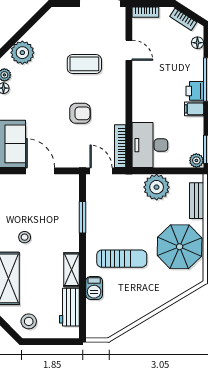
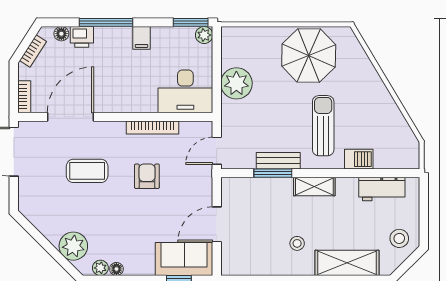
door: (129, 50) -> (70, 117), width x1.87
coffee table: (84, 64) -> (87, 171), turned 90
printer: (195, 91) -> (82, 37), moved
bookcase: (120, 146) -> (153, 128), moved
bench: (197, 201) -> (278, 161), moved
shelving: (72, 270) -> (314, 186), moved

